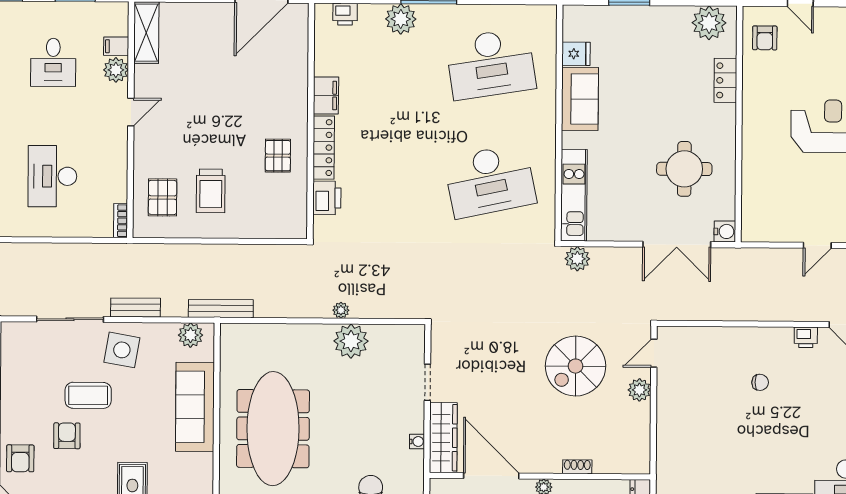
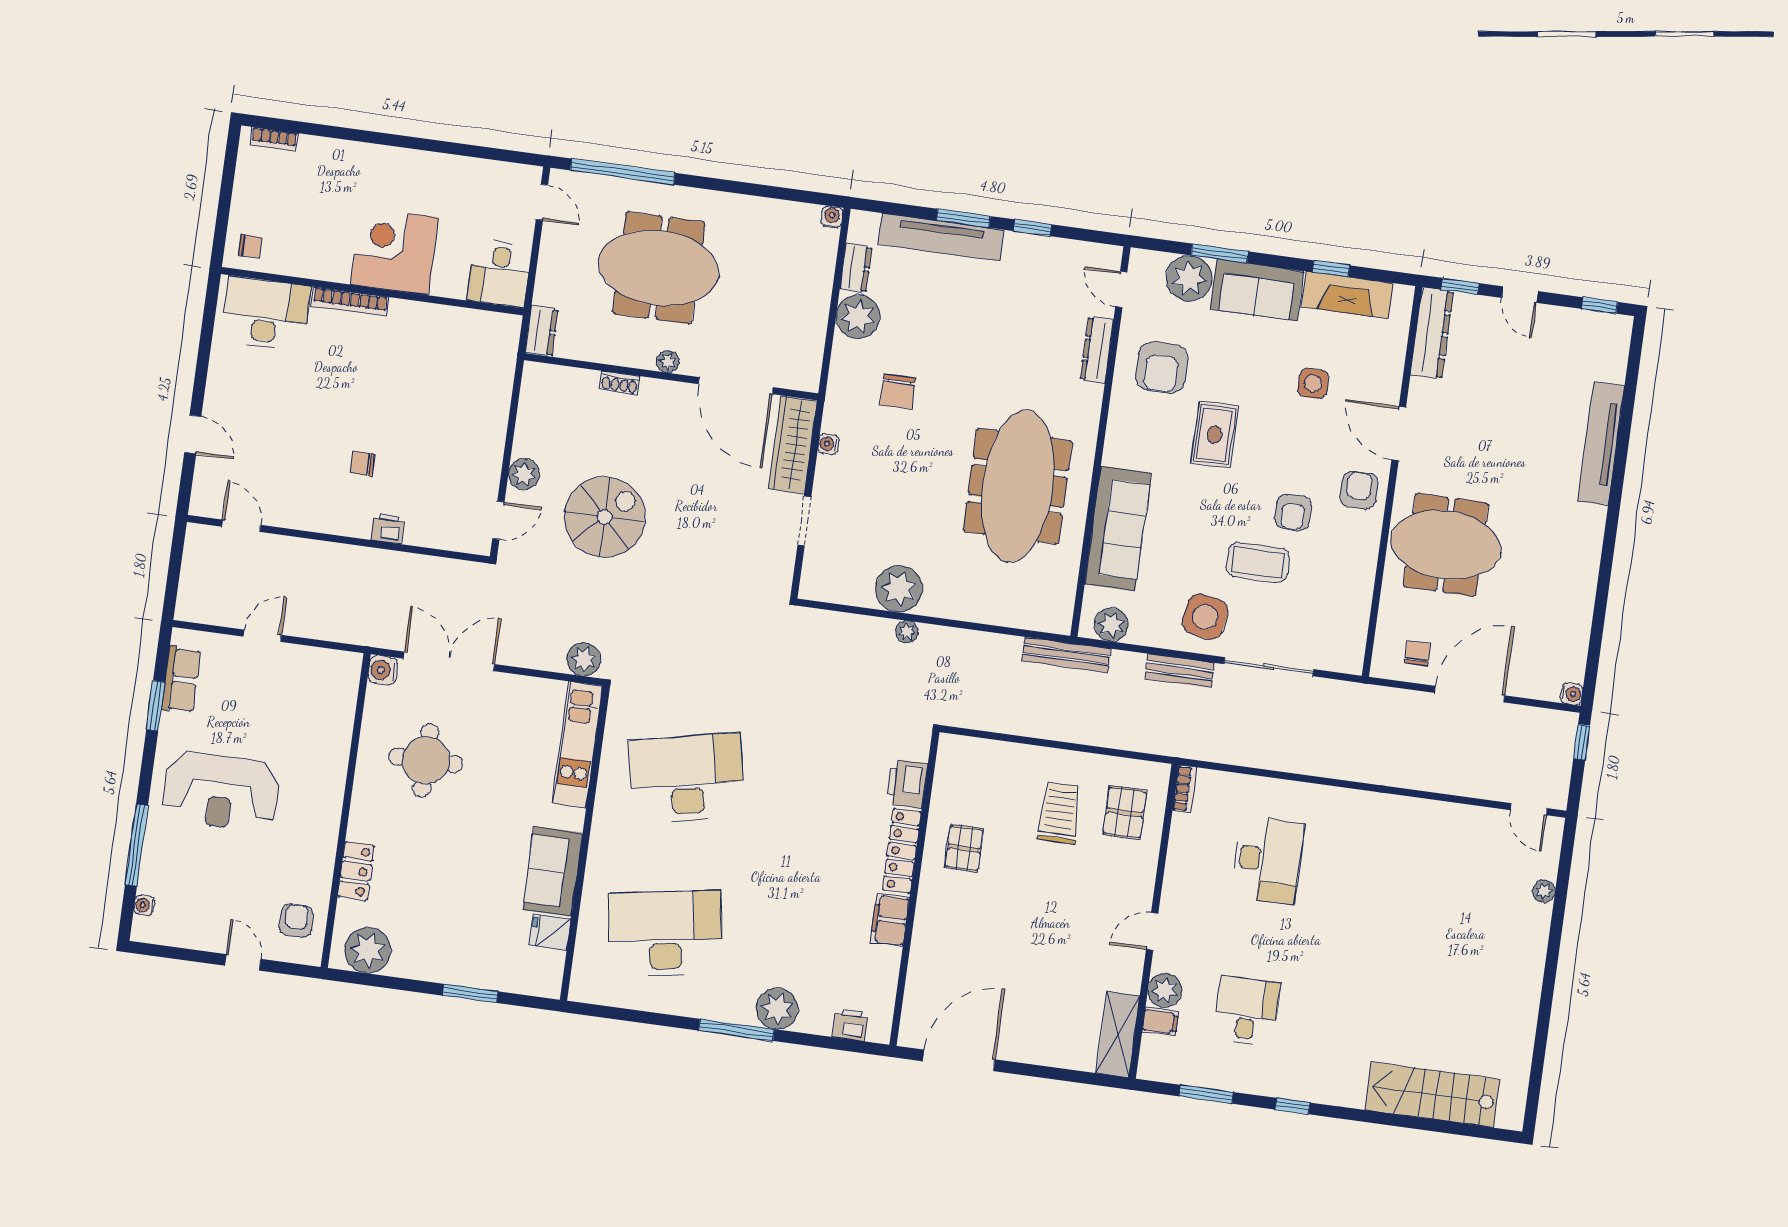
printer: (806, 337) -> (388, 528), moved

